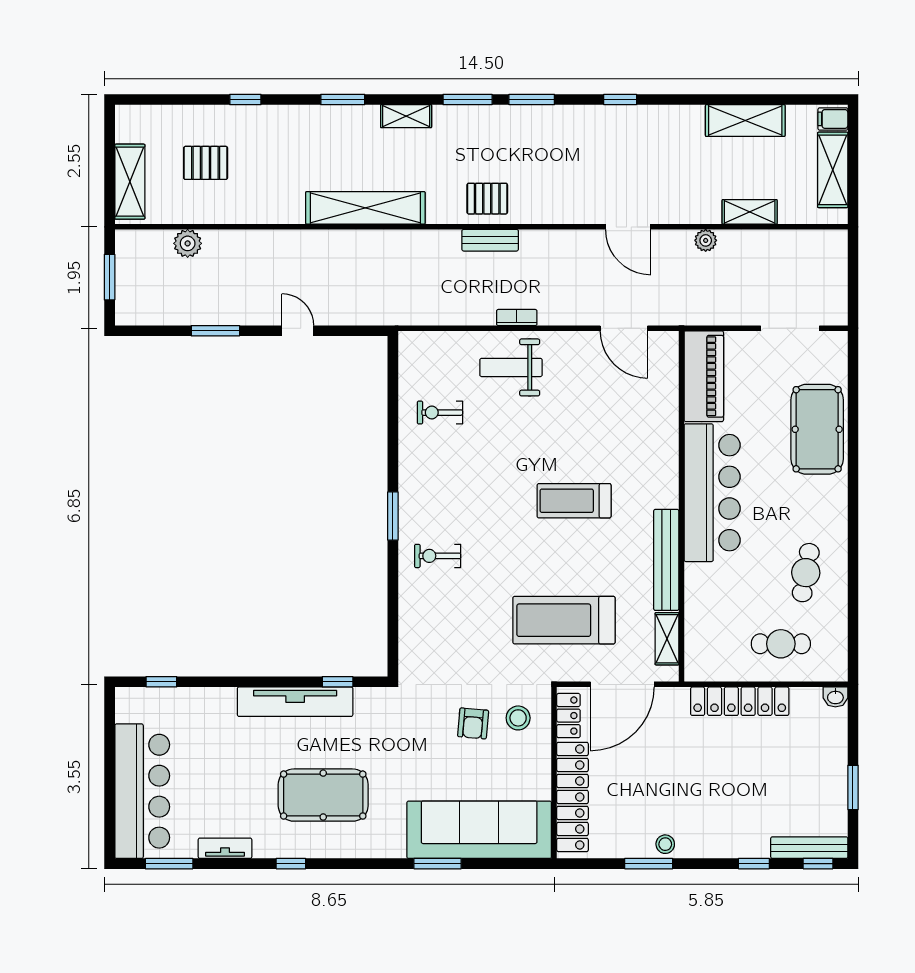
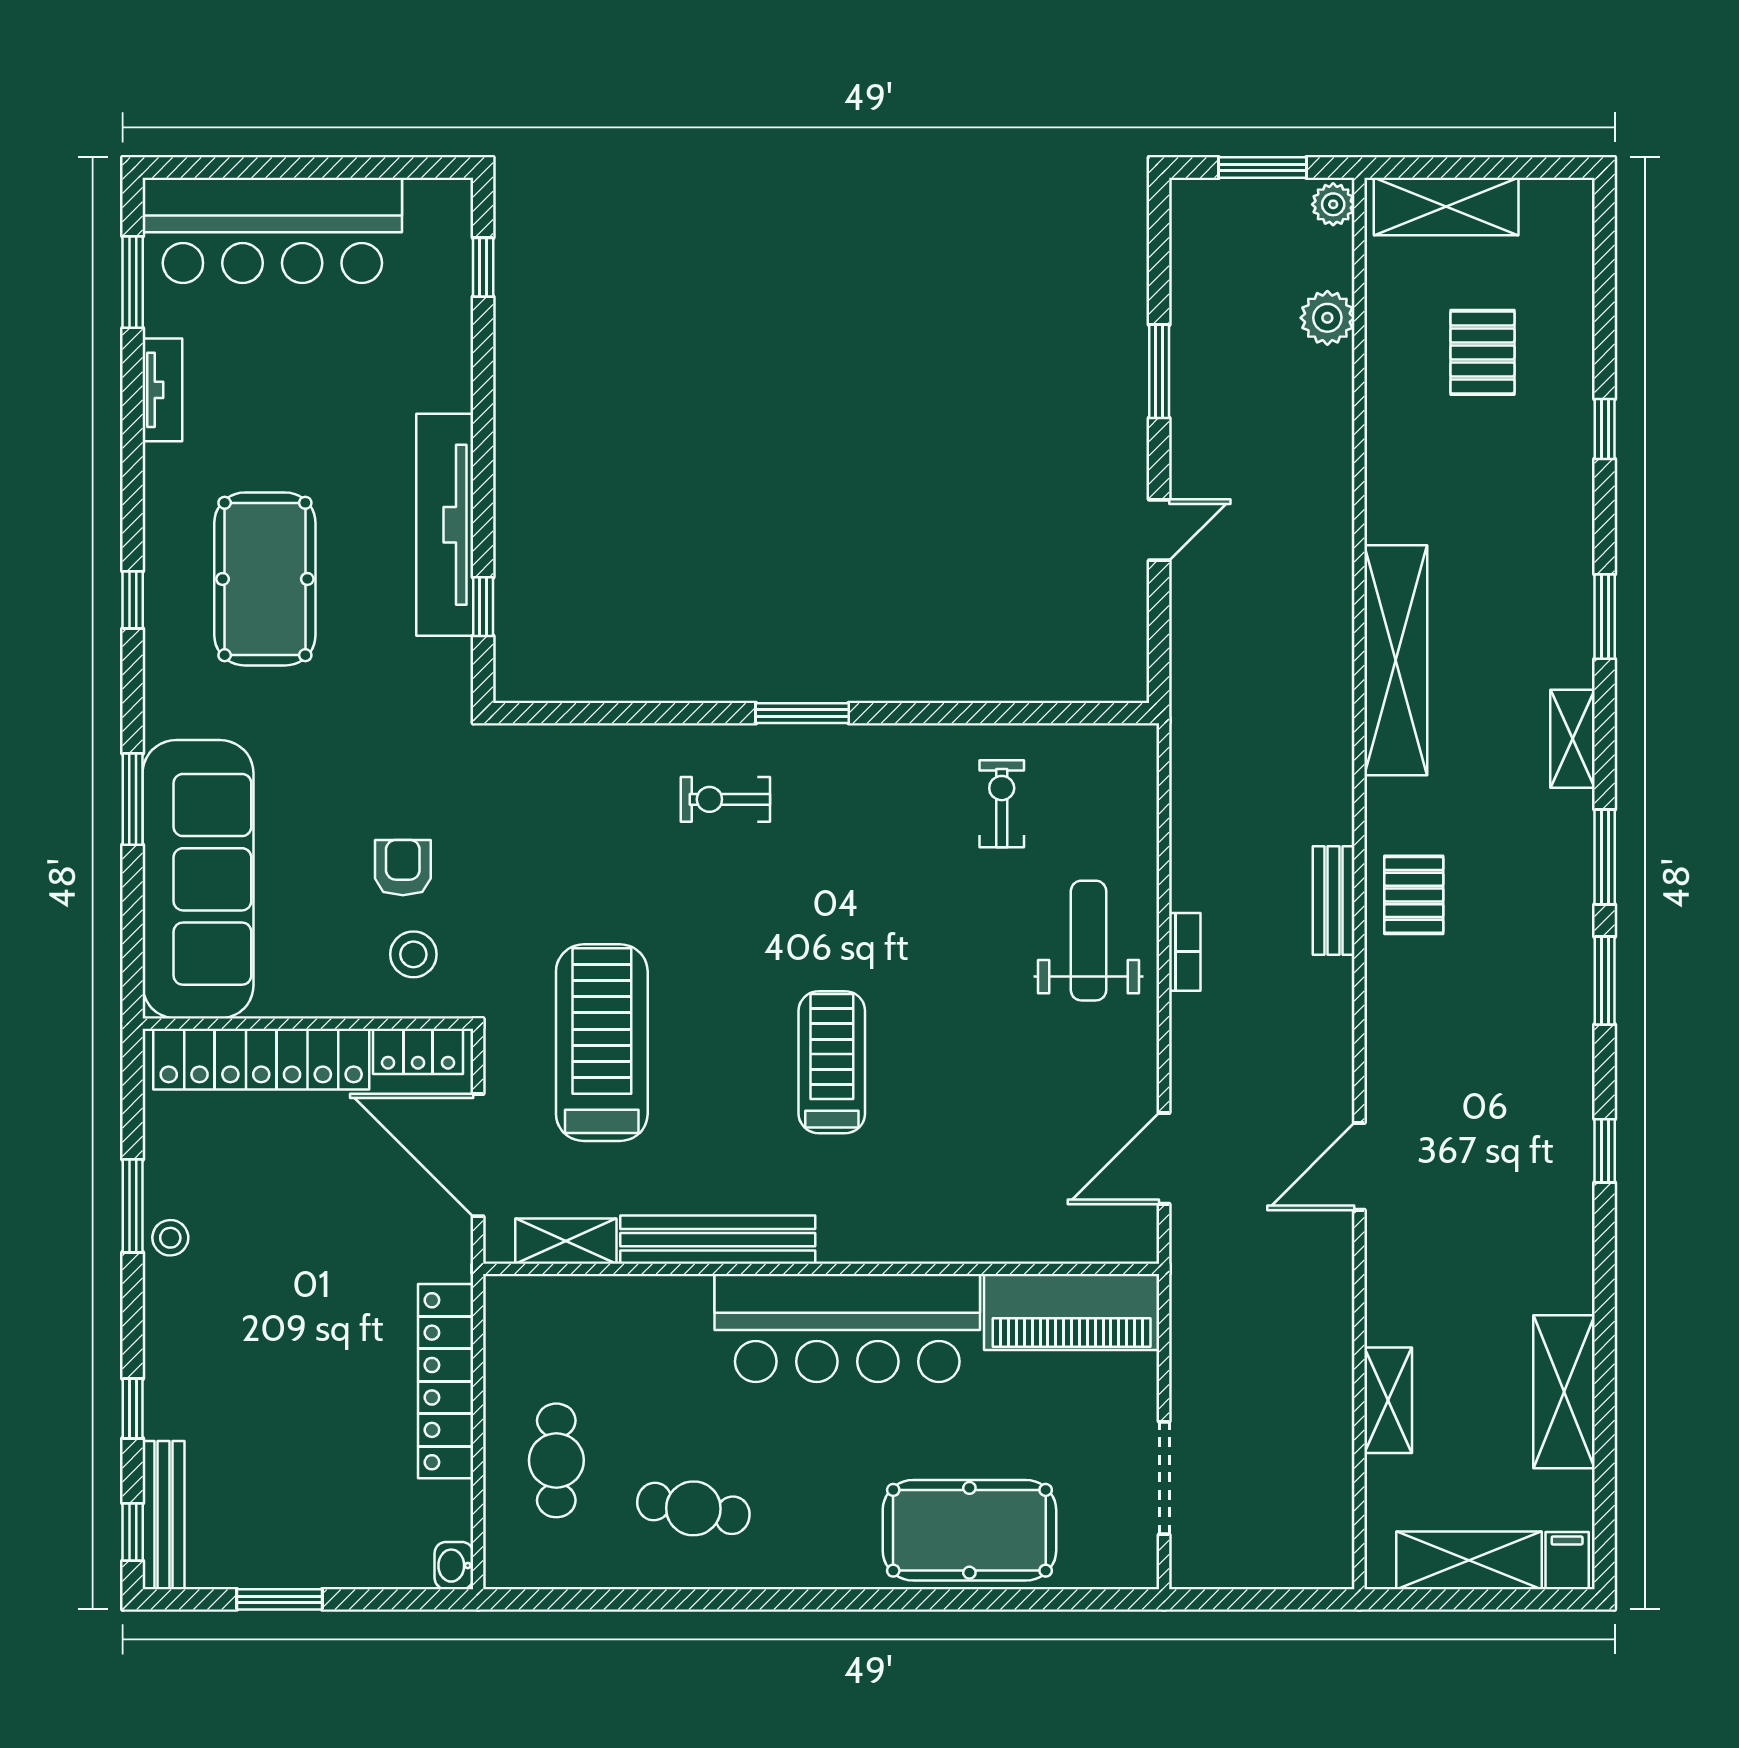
plant: (706, 240) -> (1333, 204), moved
exercise bike: (438, 556) -> (725, 799), turned -90
armchair: (473, 723) -> (403, 868), turned 85
window: (291, 864) -> (133, 600), moved

